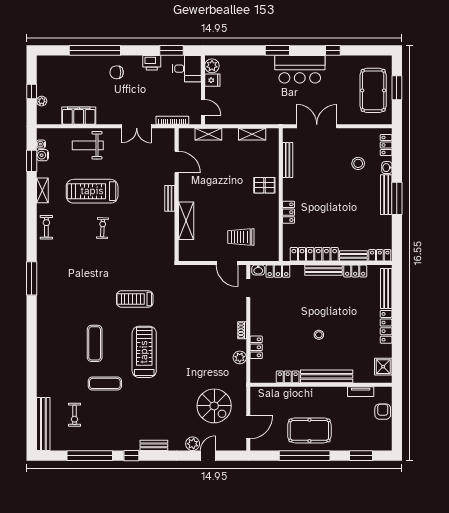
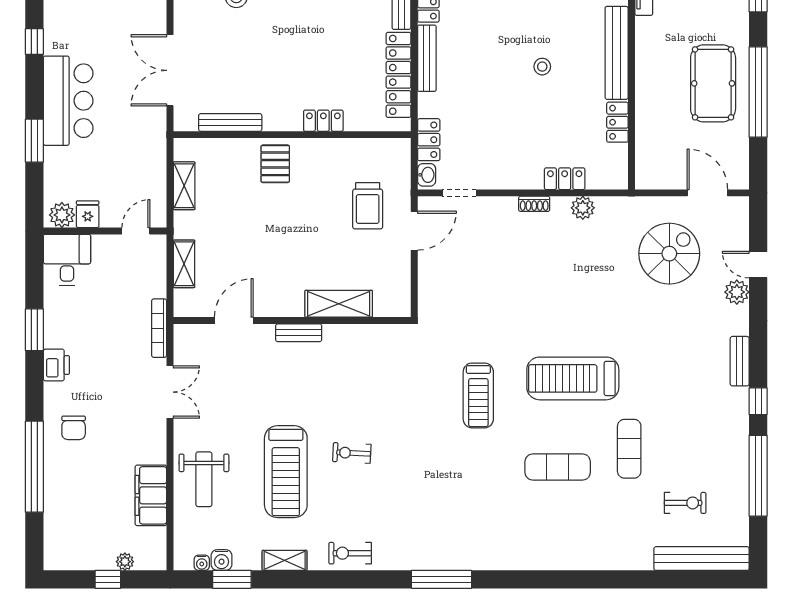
plant: (212, 66) -> (62, 215), moved
desk: (187, 69) -> (67, 260), moved
fridge: (212, 80) -> (88, 214), moved
wall: (203, 90) -> (105, 231), moved
door: (203, 107) -> (136, 231), moved

